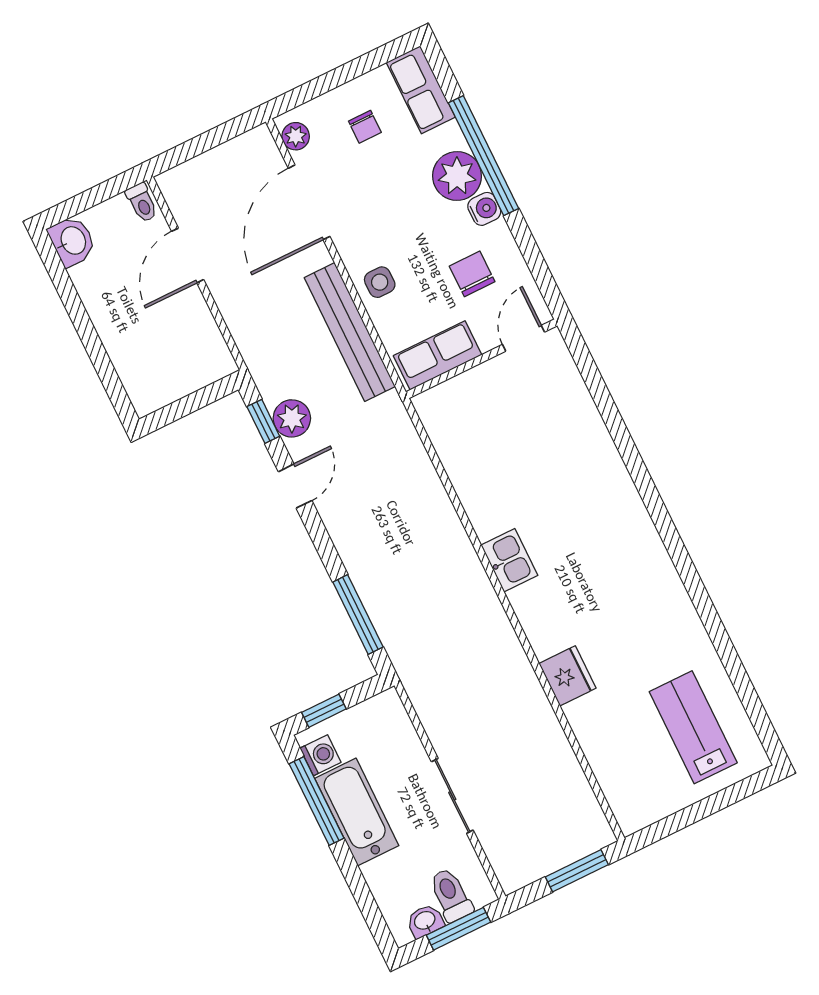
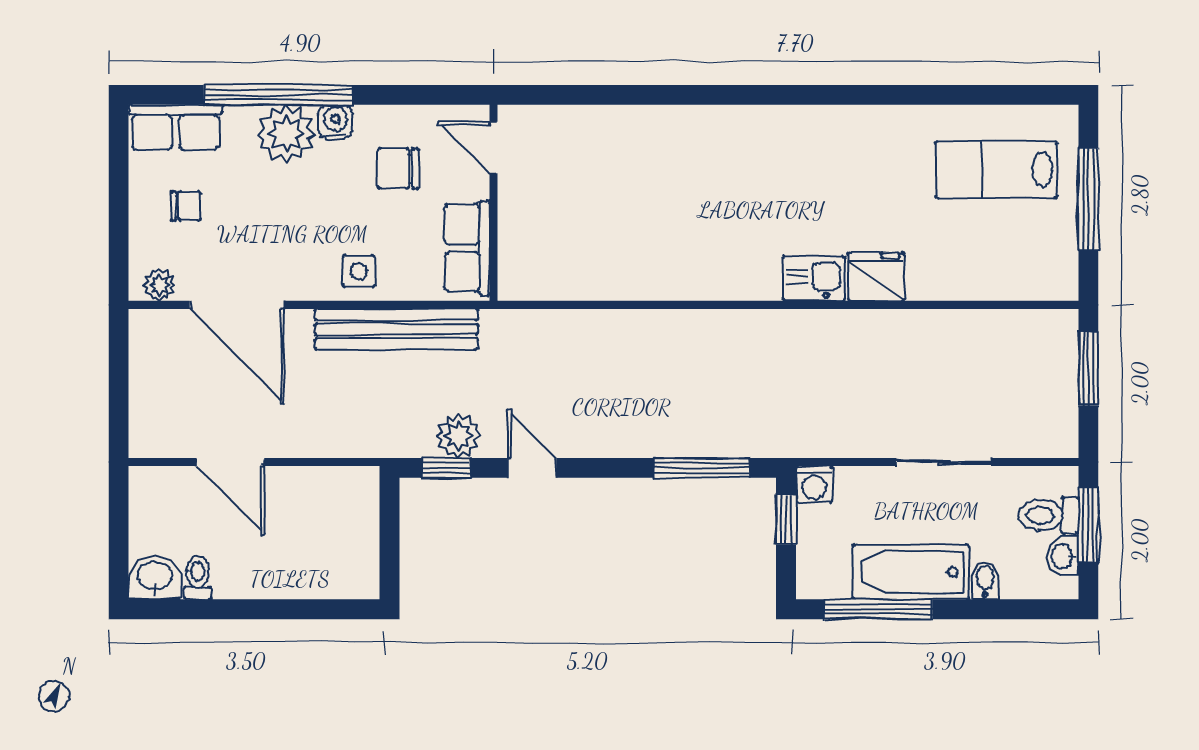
toilet: (142, 203) -> (198, 578), moved, turned -90
kitchen sink: (509, 560) -> (814, 278), moved
window: (324, 711) -> (786, 520), moved
washing machine: (321, 755) -> (814, 484), moved, turned 180
window: (705, 808) -> (1088, 199), added
bidet: (378, 871) -> (985, 580), added

